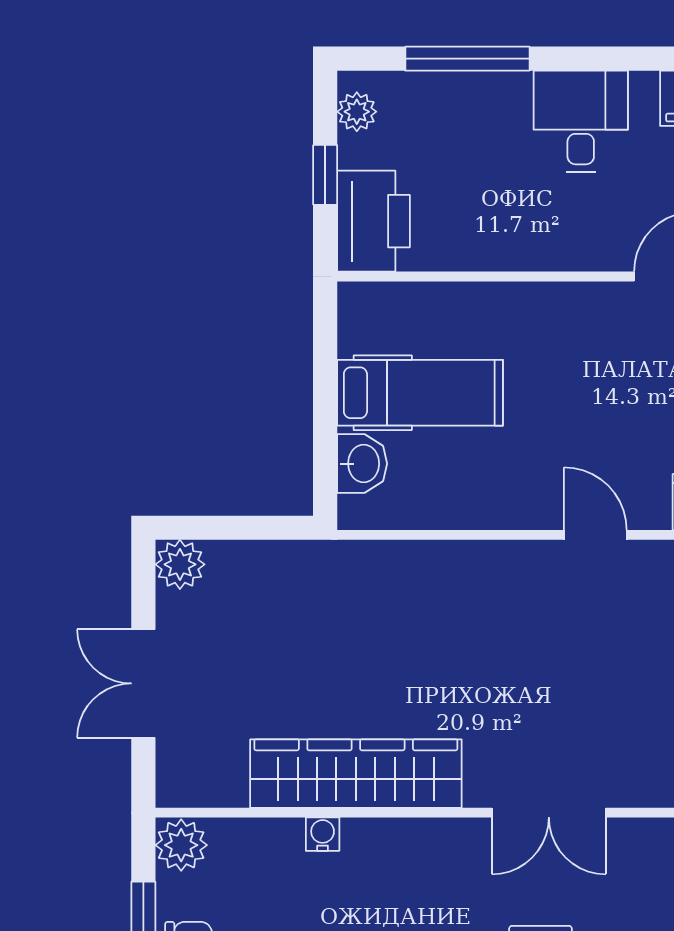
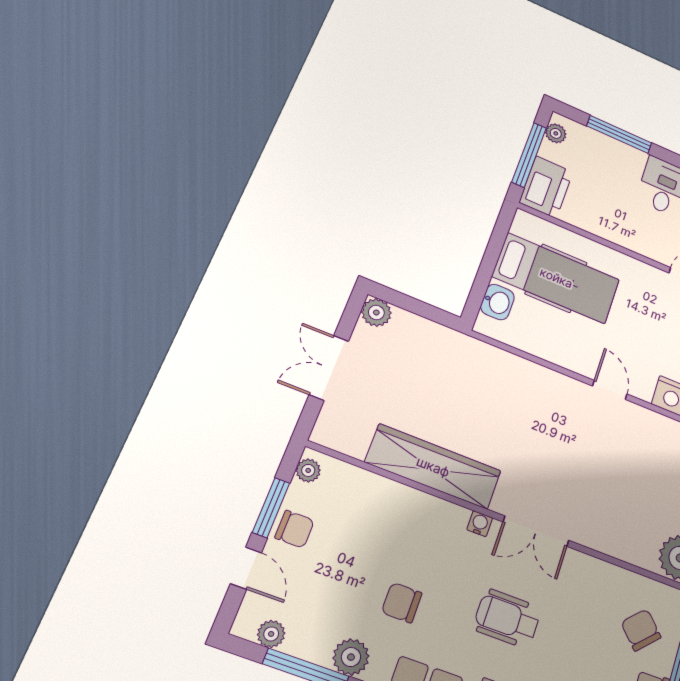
window: (325, 175) -> (529, 155), width x2.17
hospital bed: (420, 393) -> (556, 278), width x1.37, depth x1.29
water cooler: (323, 834) -> (480, 524), moved
plant: (181, 845) -> (308, 470), width x0.73, depth x0.73

